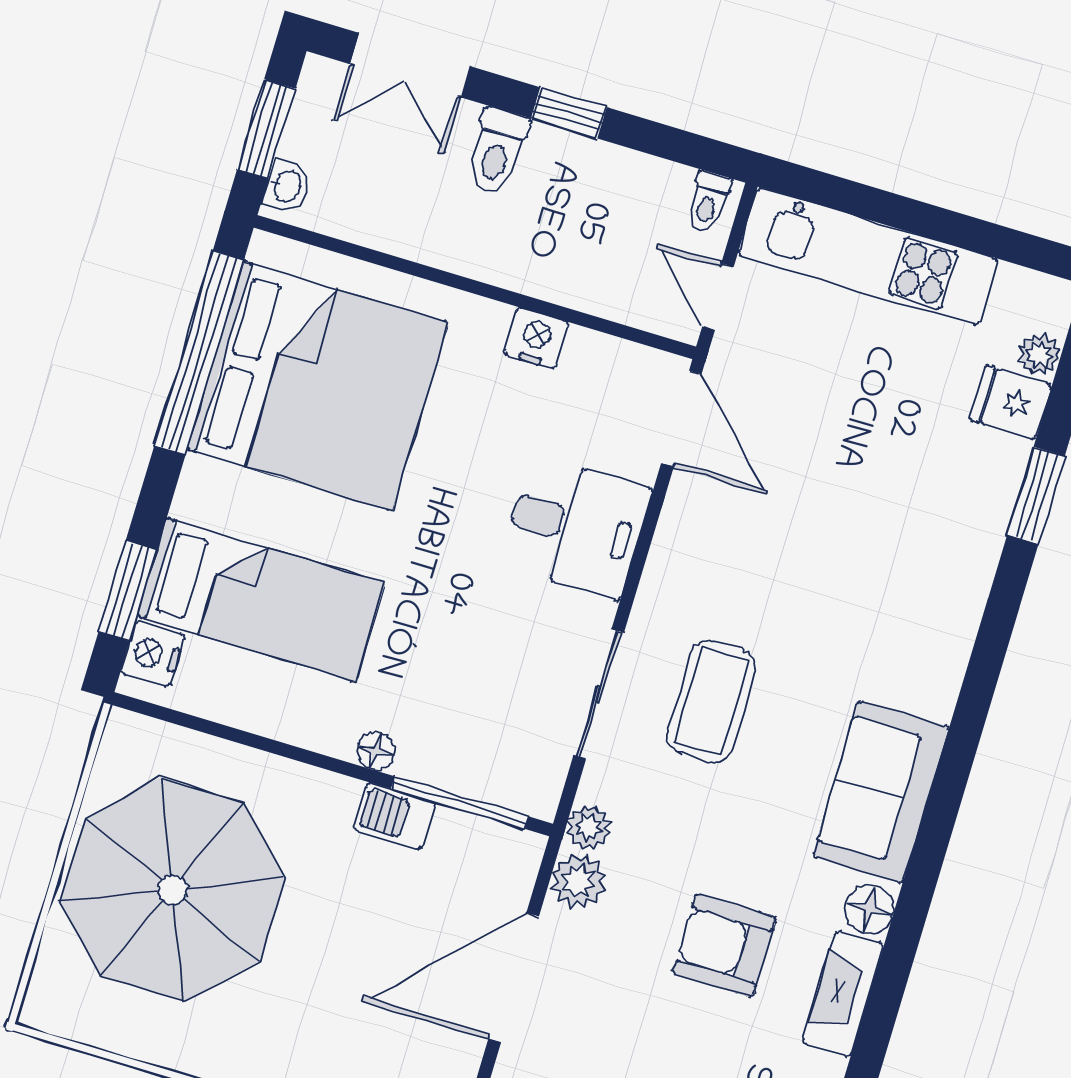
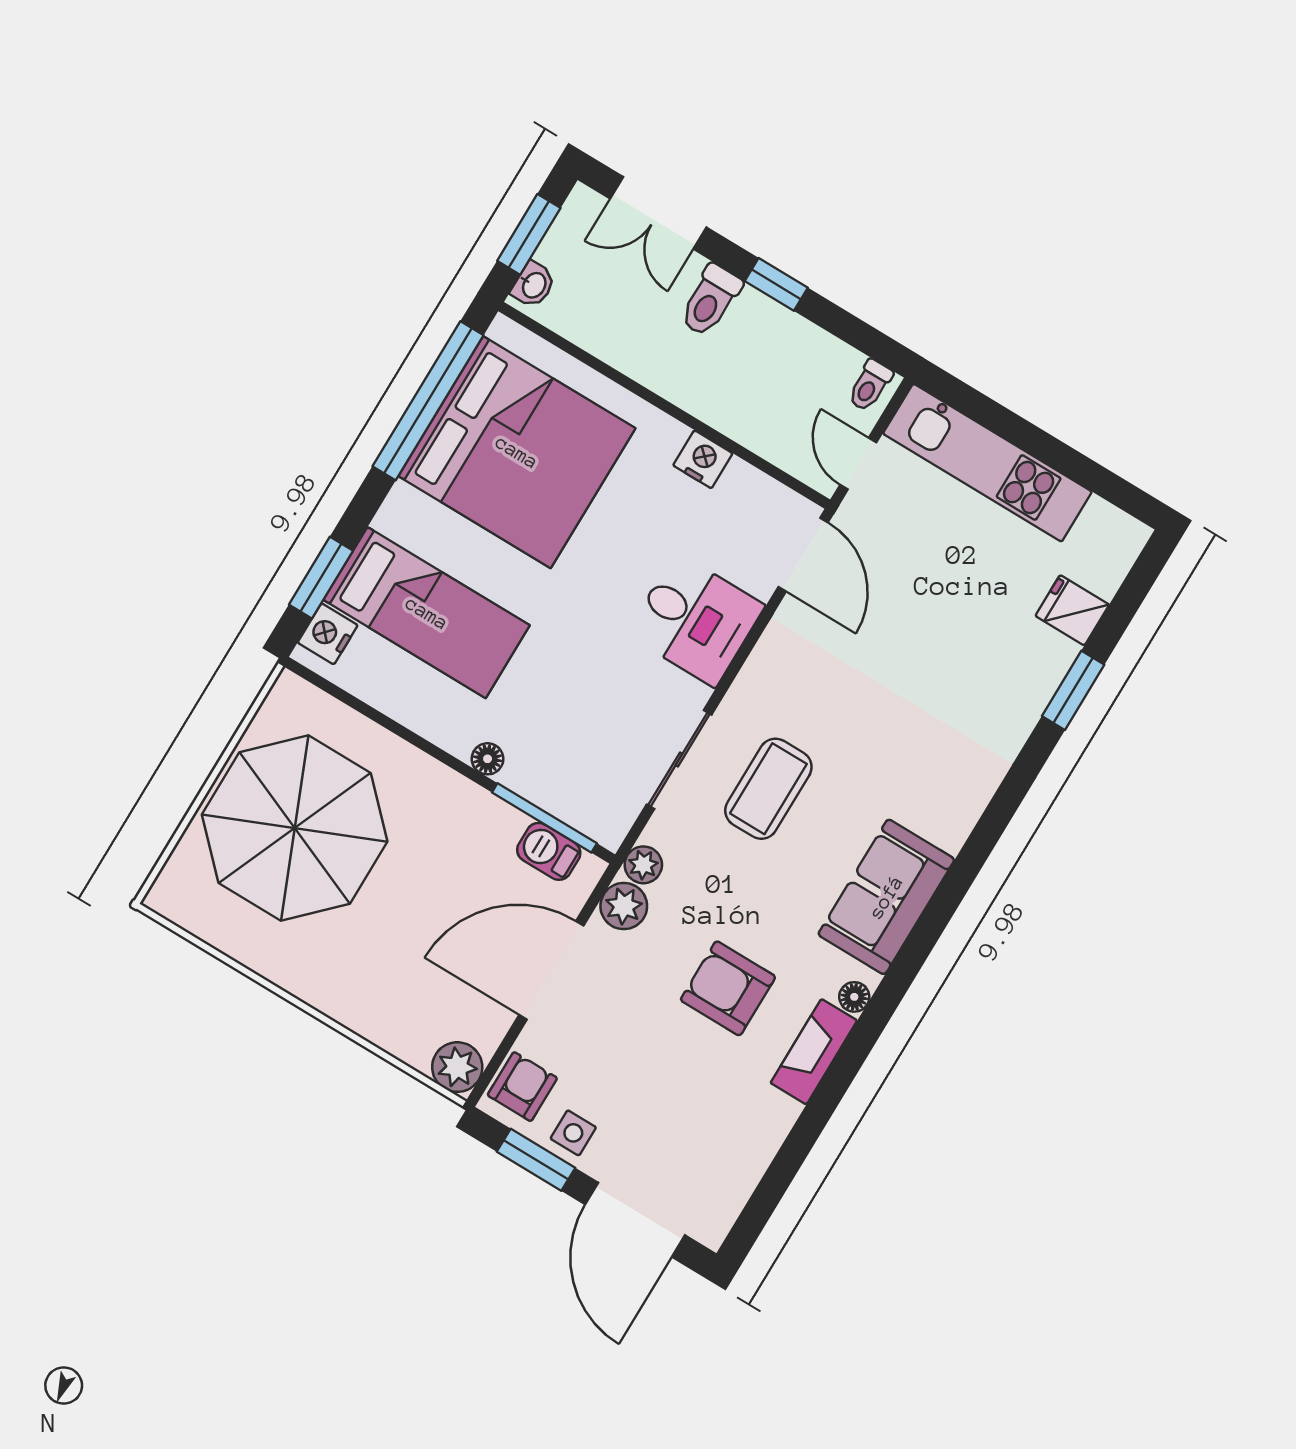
plant: (1039, 354) -> (1105, 577), removed
barbecue: (394, 816) -> (549, 851), moved
floor lamp: (869, 909) -> (854, 997), width x0.73, depth x0.73

